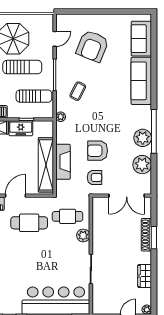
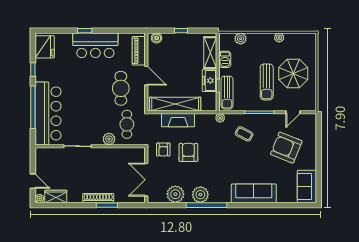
door: (55, 39) -> (293, 112), hinge flipped
sofa: (141, 39) -> (307, 187), moved, turned -90
sun lounger: (34, 96) -> (227, 93), moved
shoe rack: (146, 235) -> (98, 198), moved
wardrobe: (145, 276) -> (56, 197), moved

